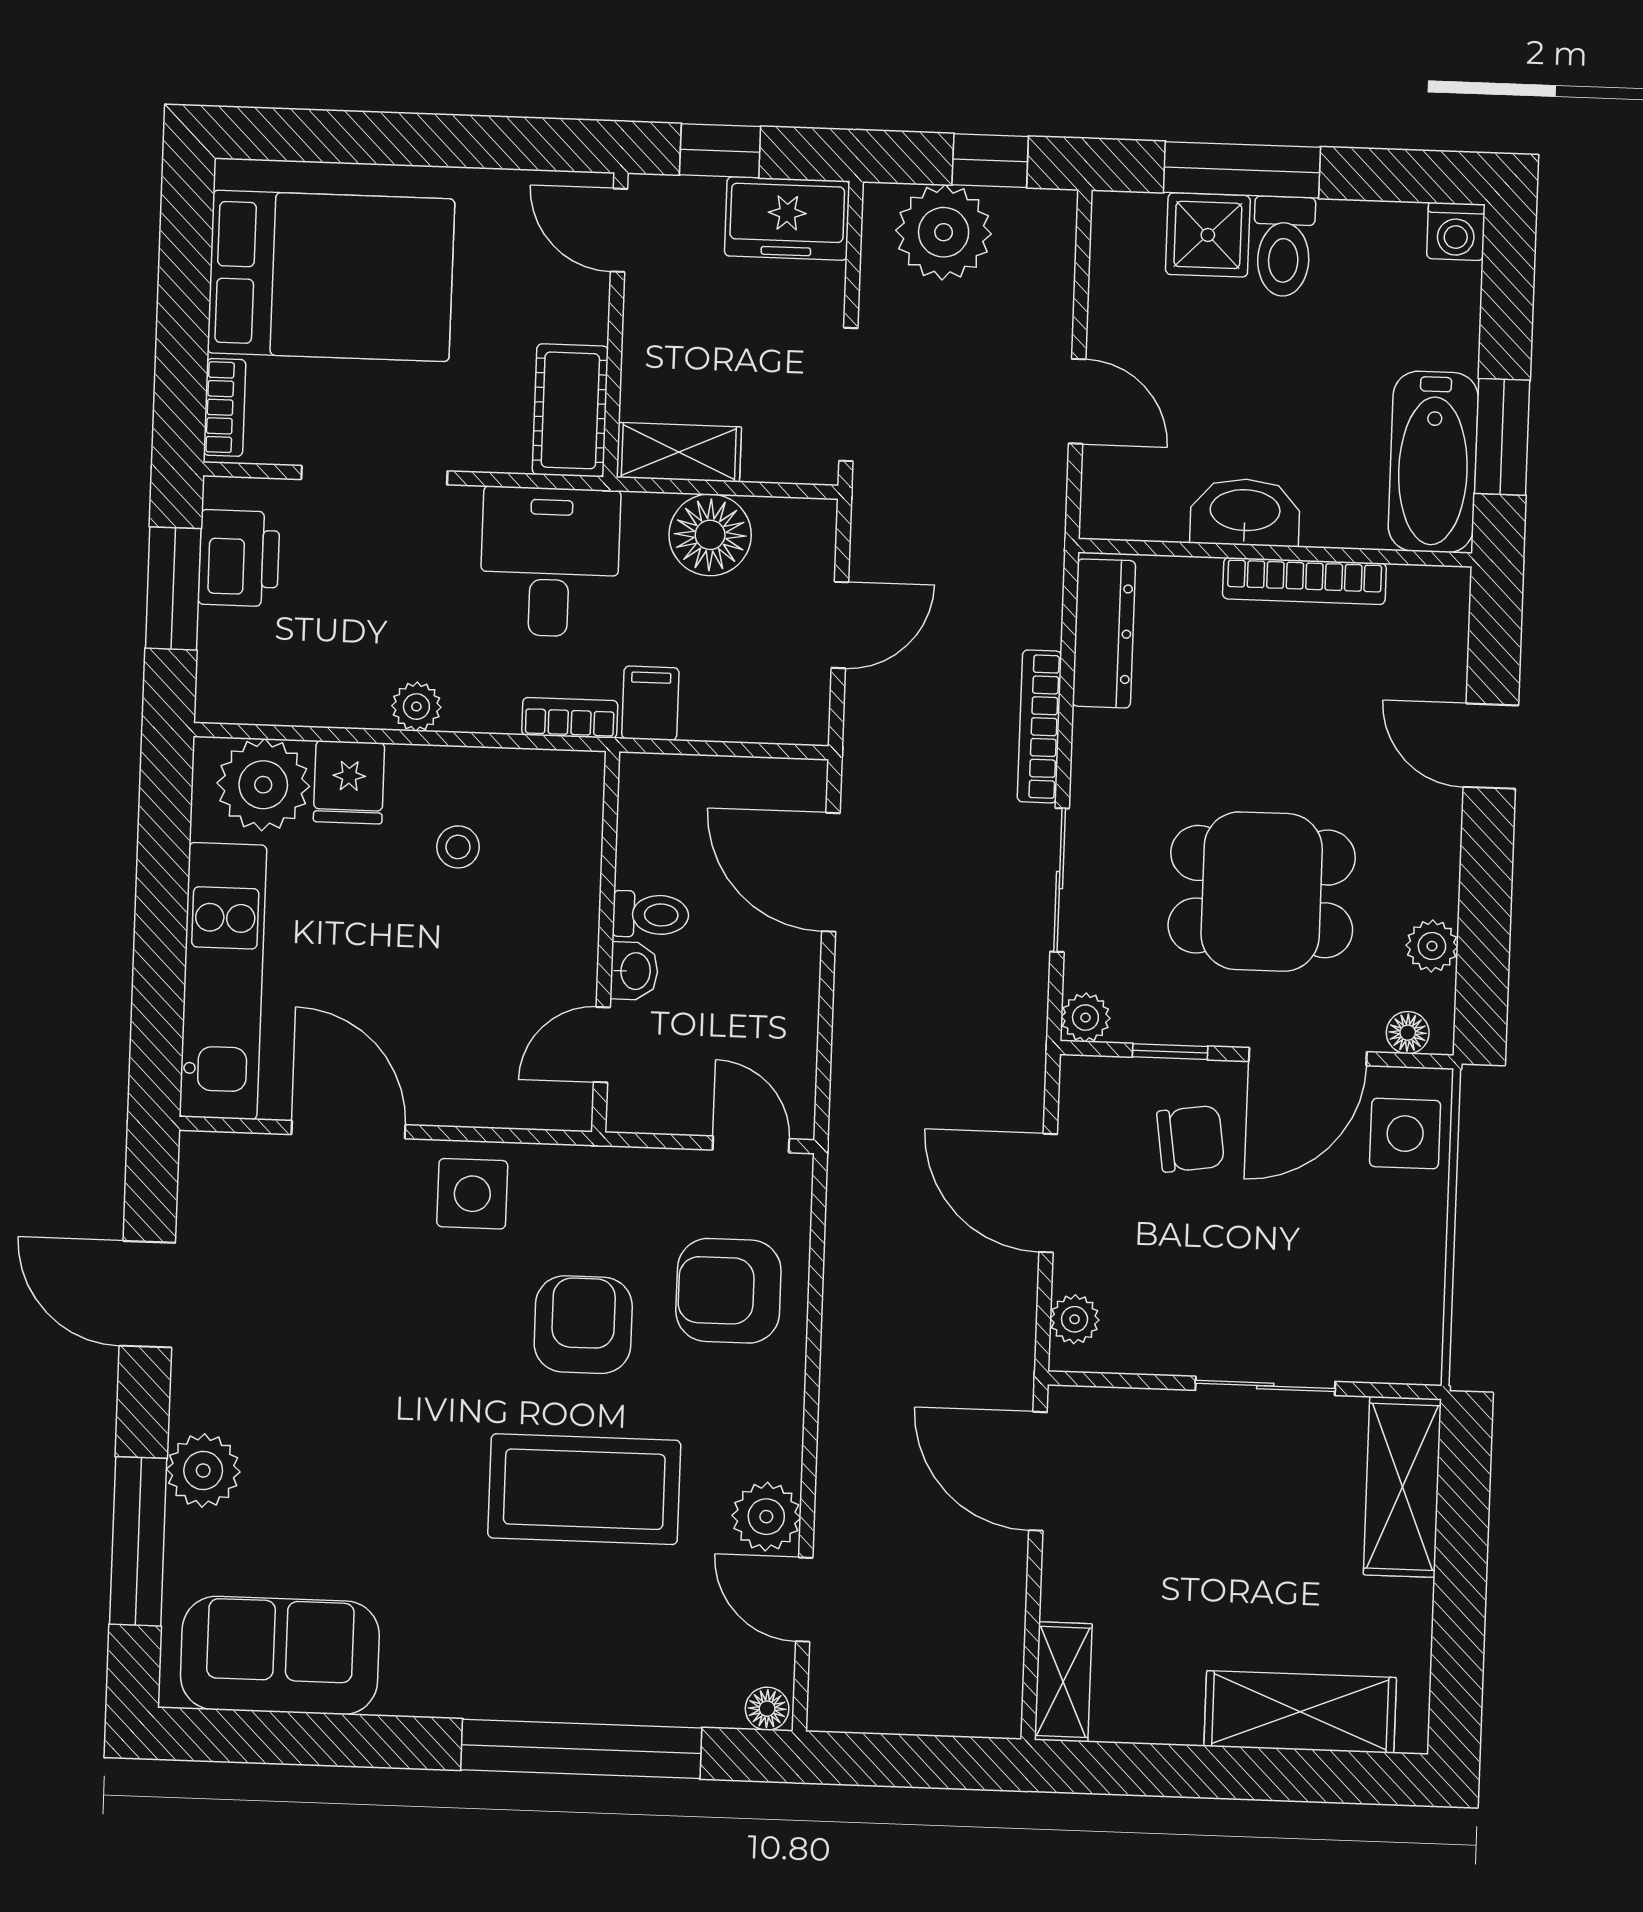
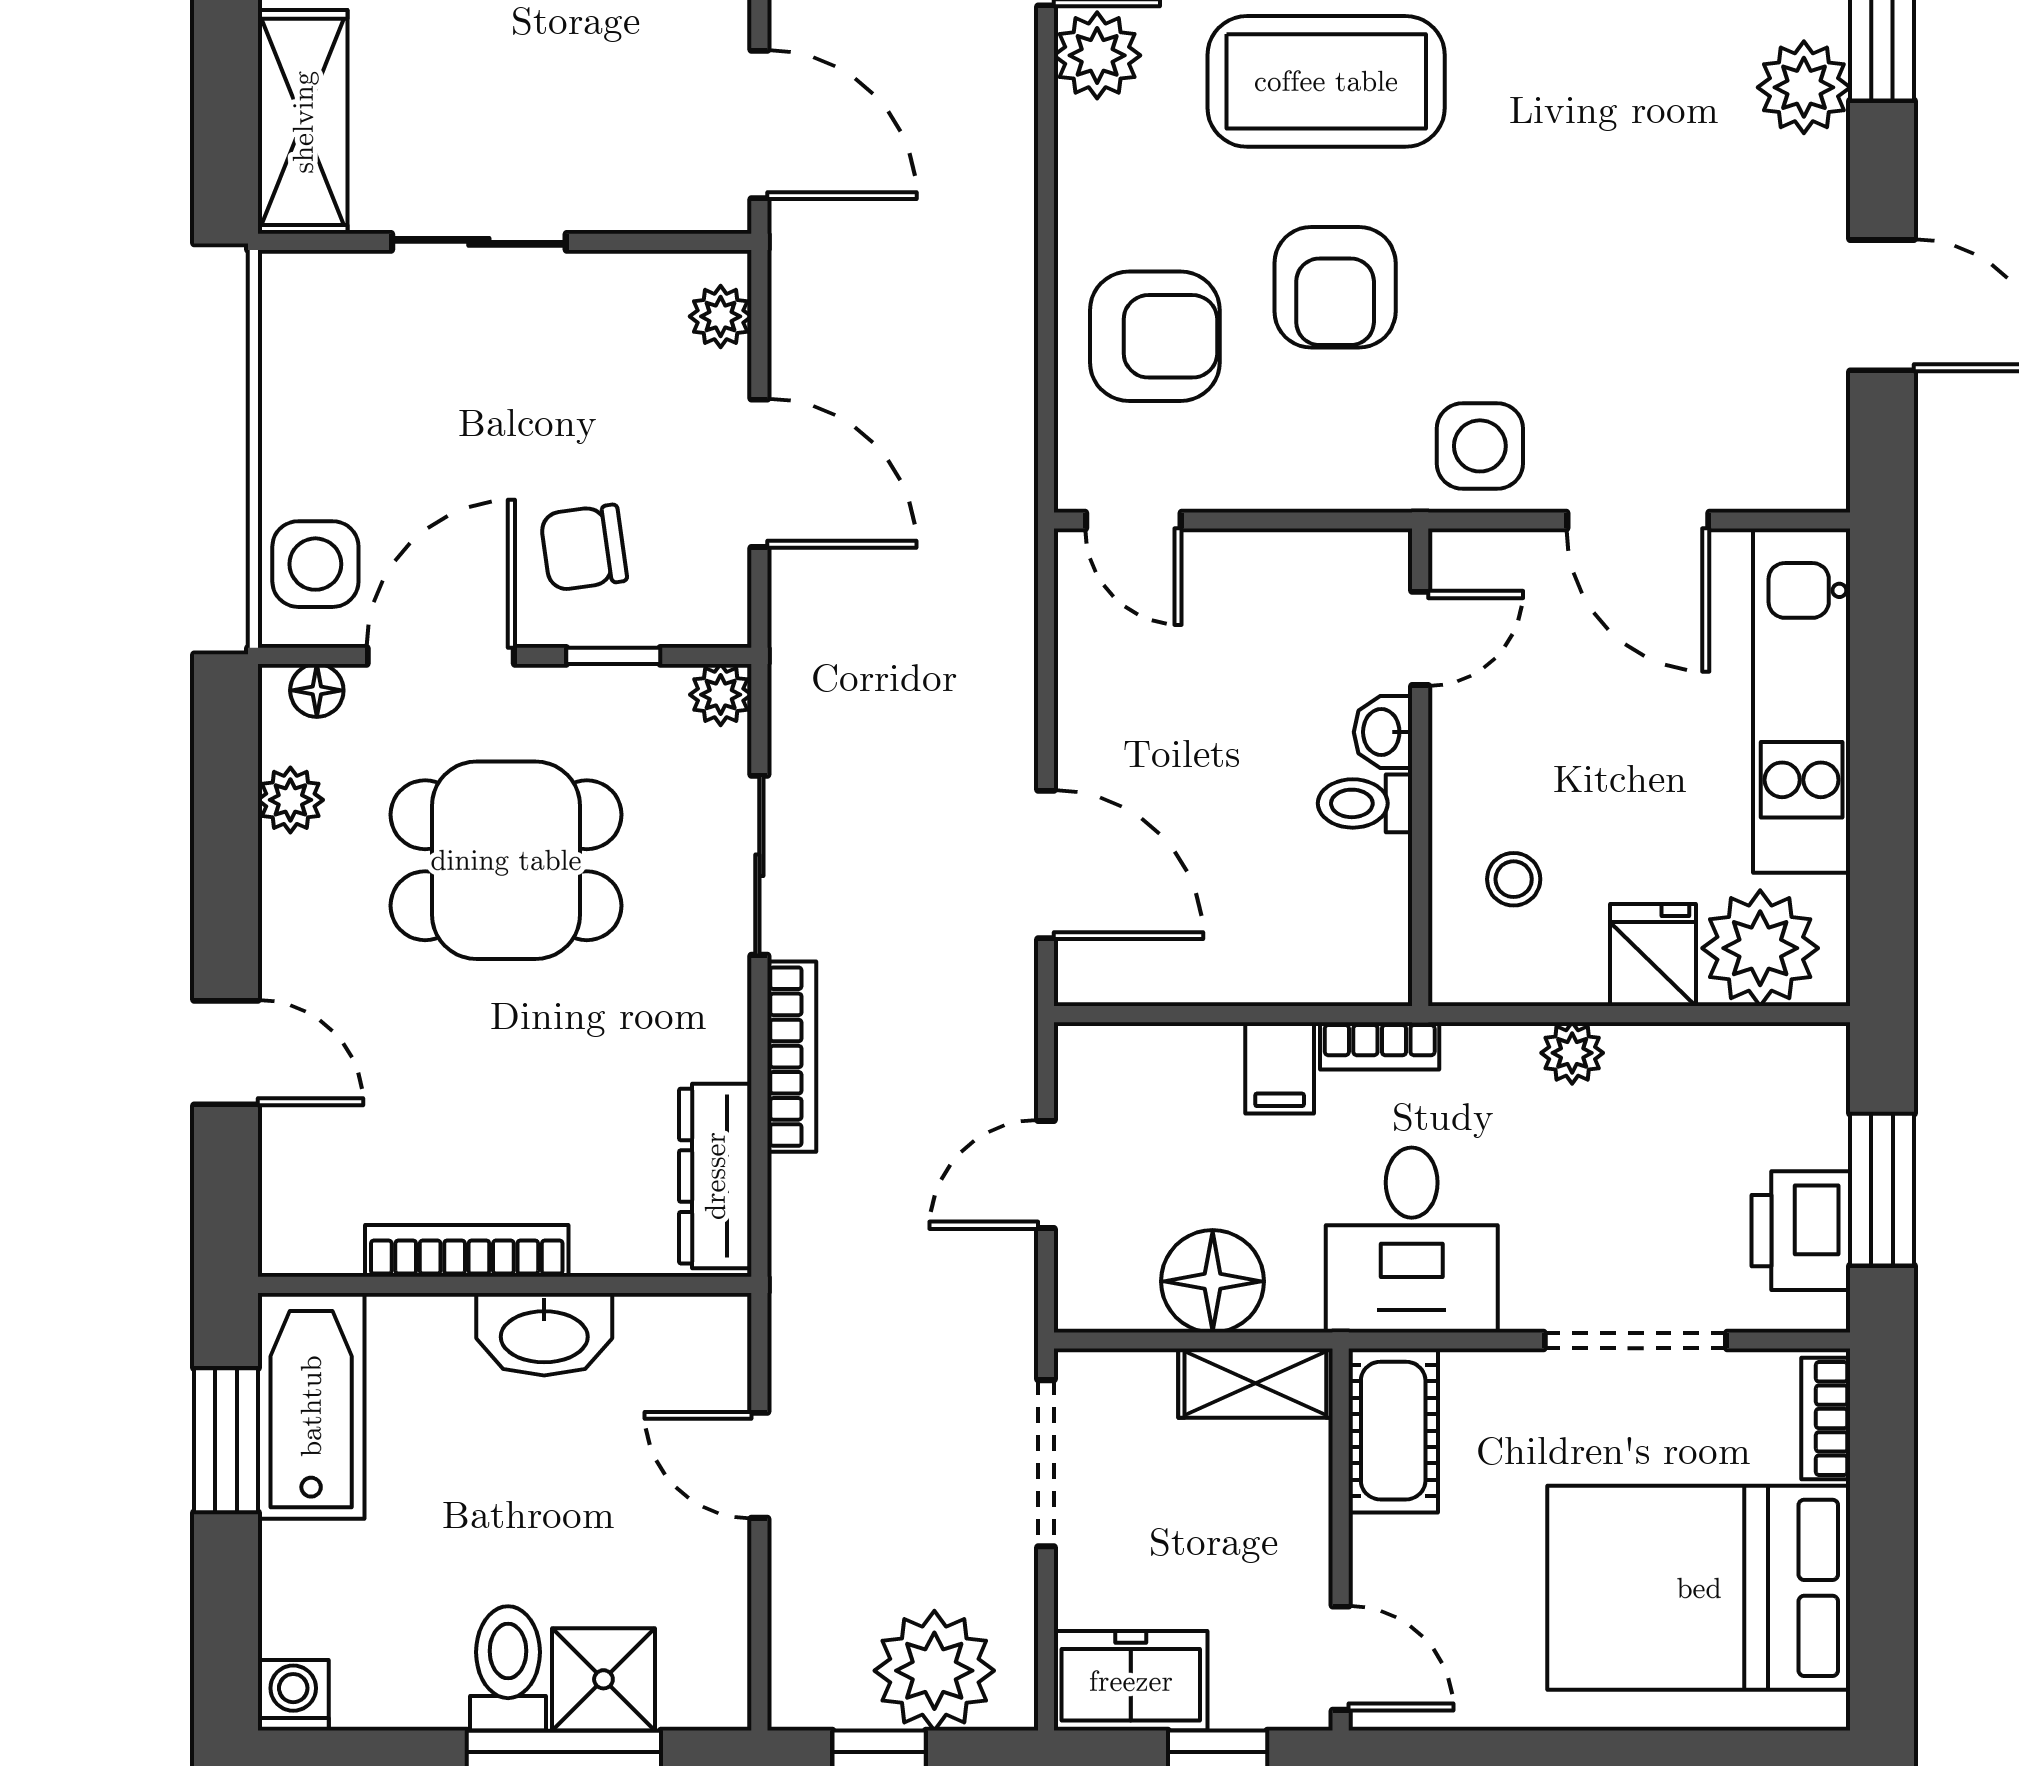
toilet: (651, 915) -> (1365, 803), moved
wall: (606, 942) -> (1420, 767), moved
washbasin: (634, 971) -> (1383, 732), moved
door: (602, 1045) -> (1420, 638), moved

